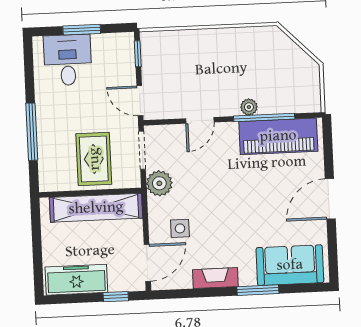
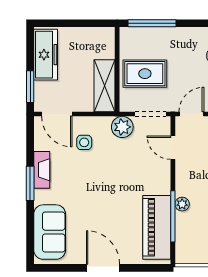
door: (200, 120) -> (173, 148), moved
window: (32, 132) -> (152, 23), moved
shelving: (96, 208) -> (104, 86), width x0.68
window: (258, 290) -> (30, 183), moved
window: (116, 297) -> (30, 87), width x1.50

